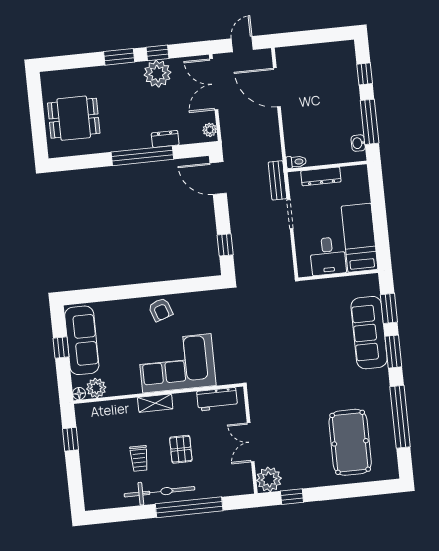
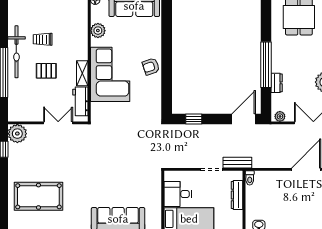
plant: (96, 388) -> (98, 31), moved
shelving: (155, 403) -> (82, 73), moved
double door: (251, 442) -> (58, 123), moved

